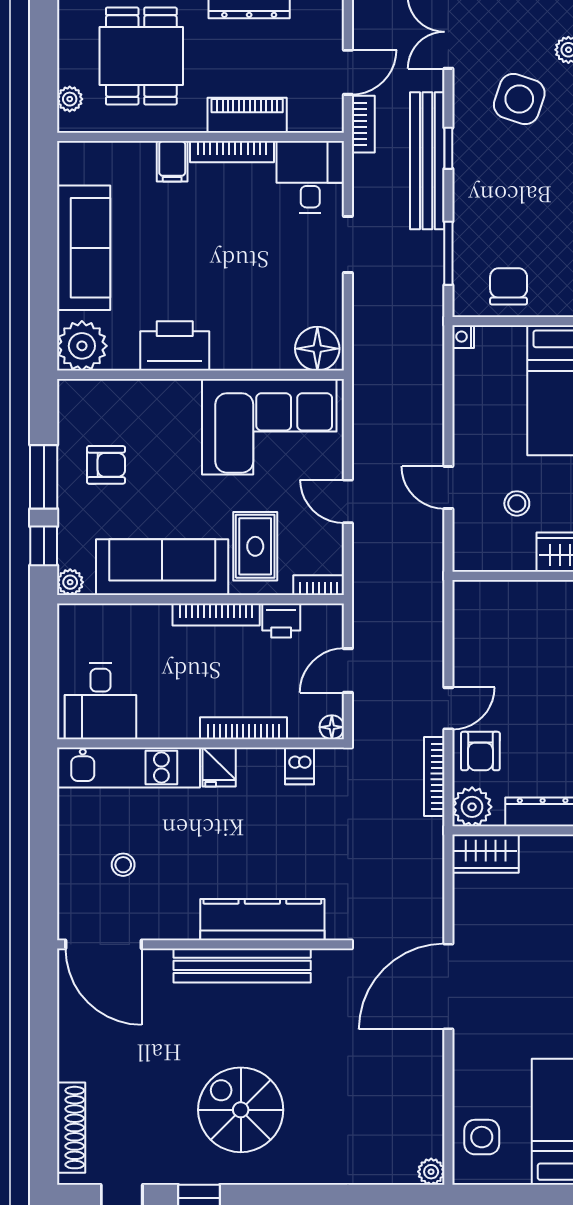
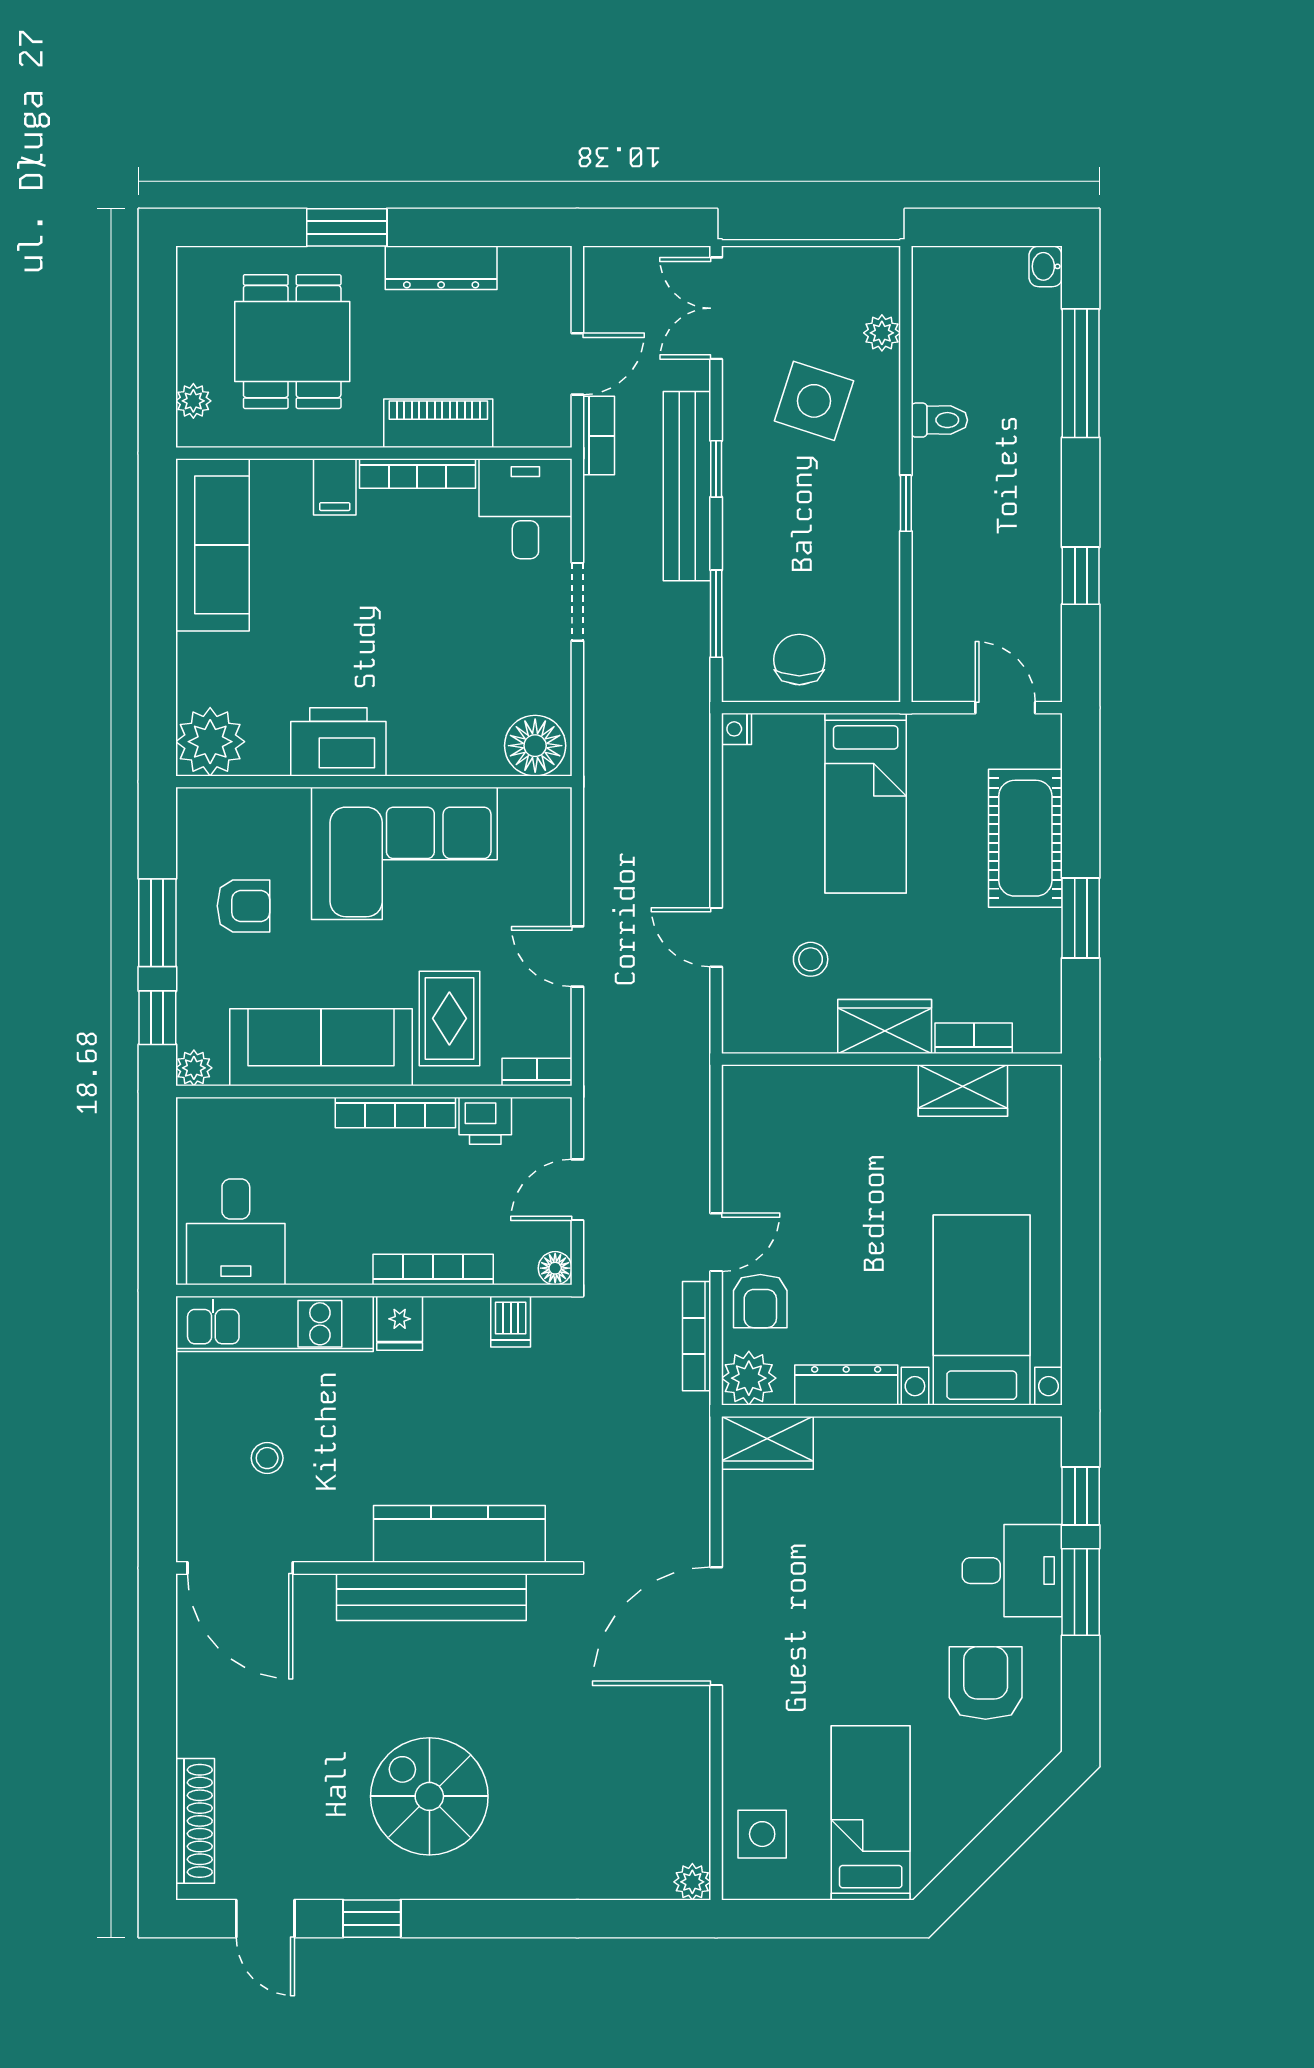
sofa: (84, 248) -> (212, 545), moved
corner sofa: (269, 427) -> (404, 853), moved

